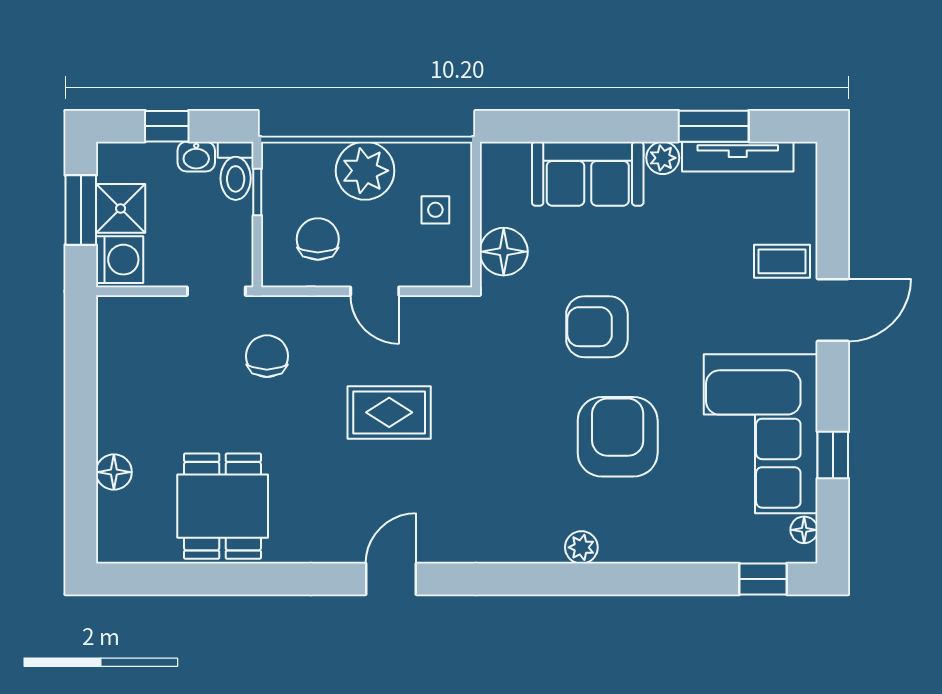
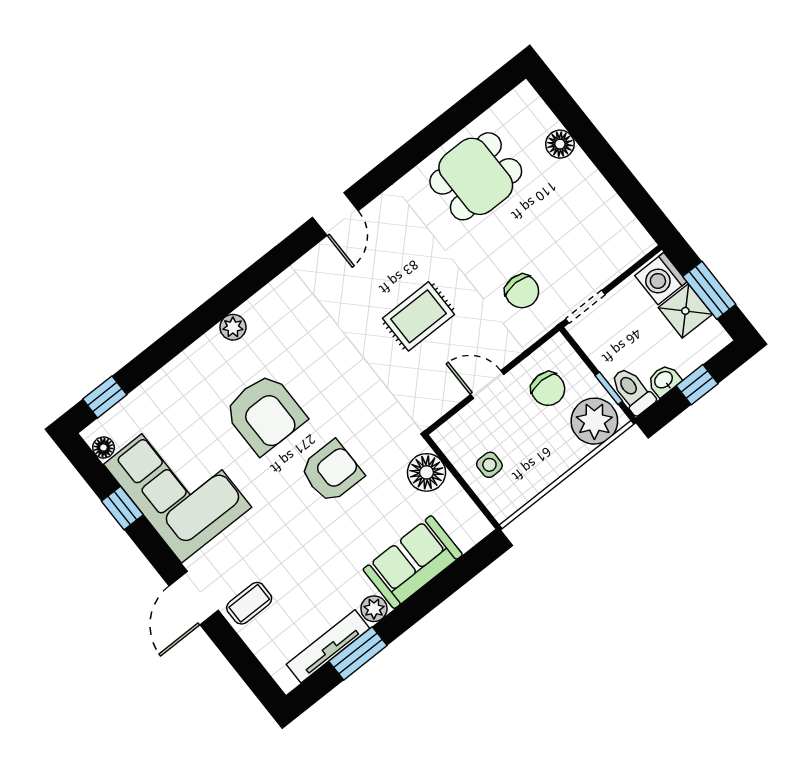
plant: (365, 171) -> (594, 421), moved
dining table: (223, 506) -> (476, 176), turned 90

